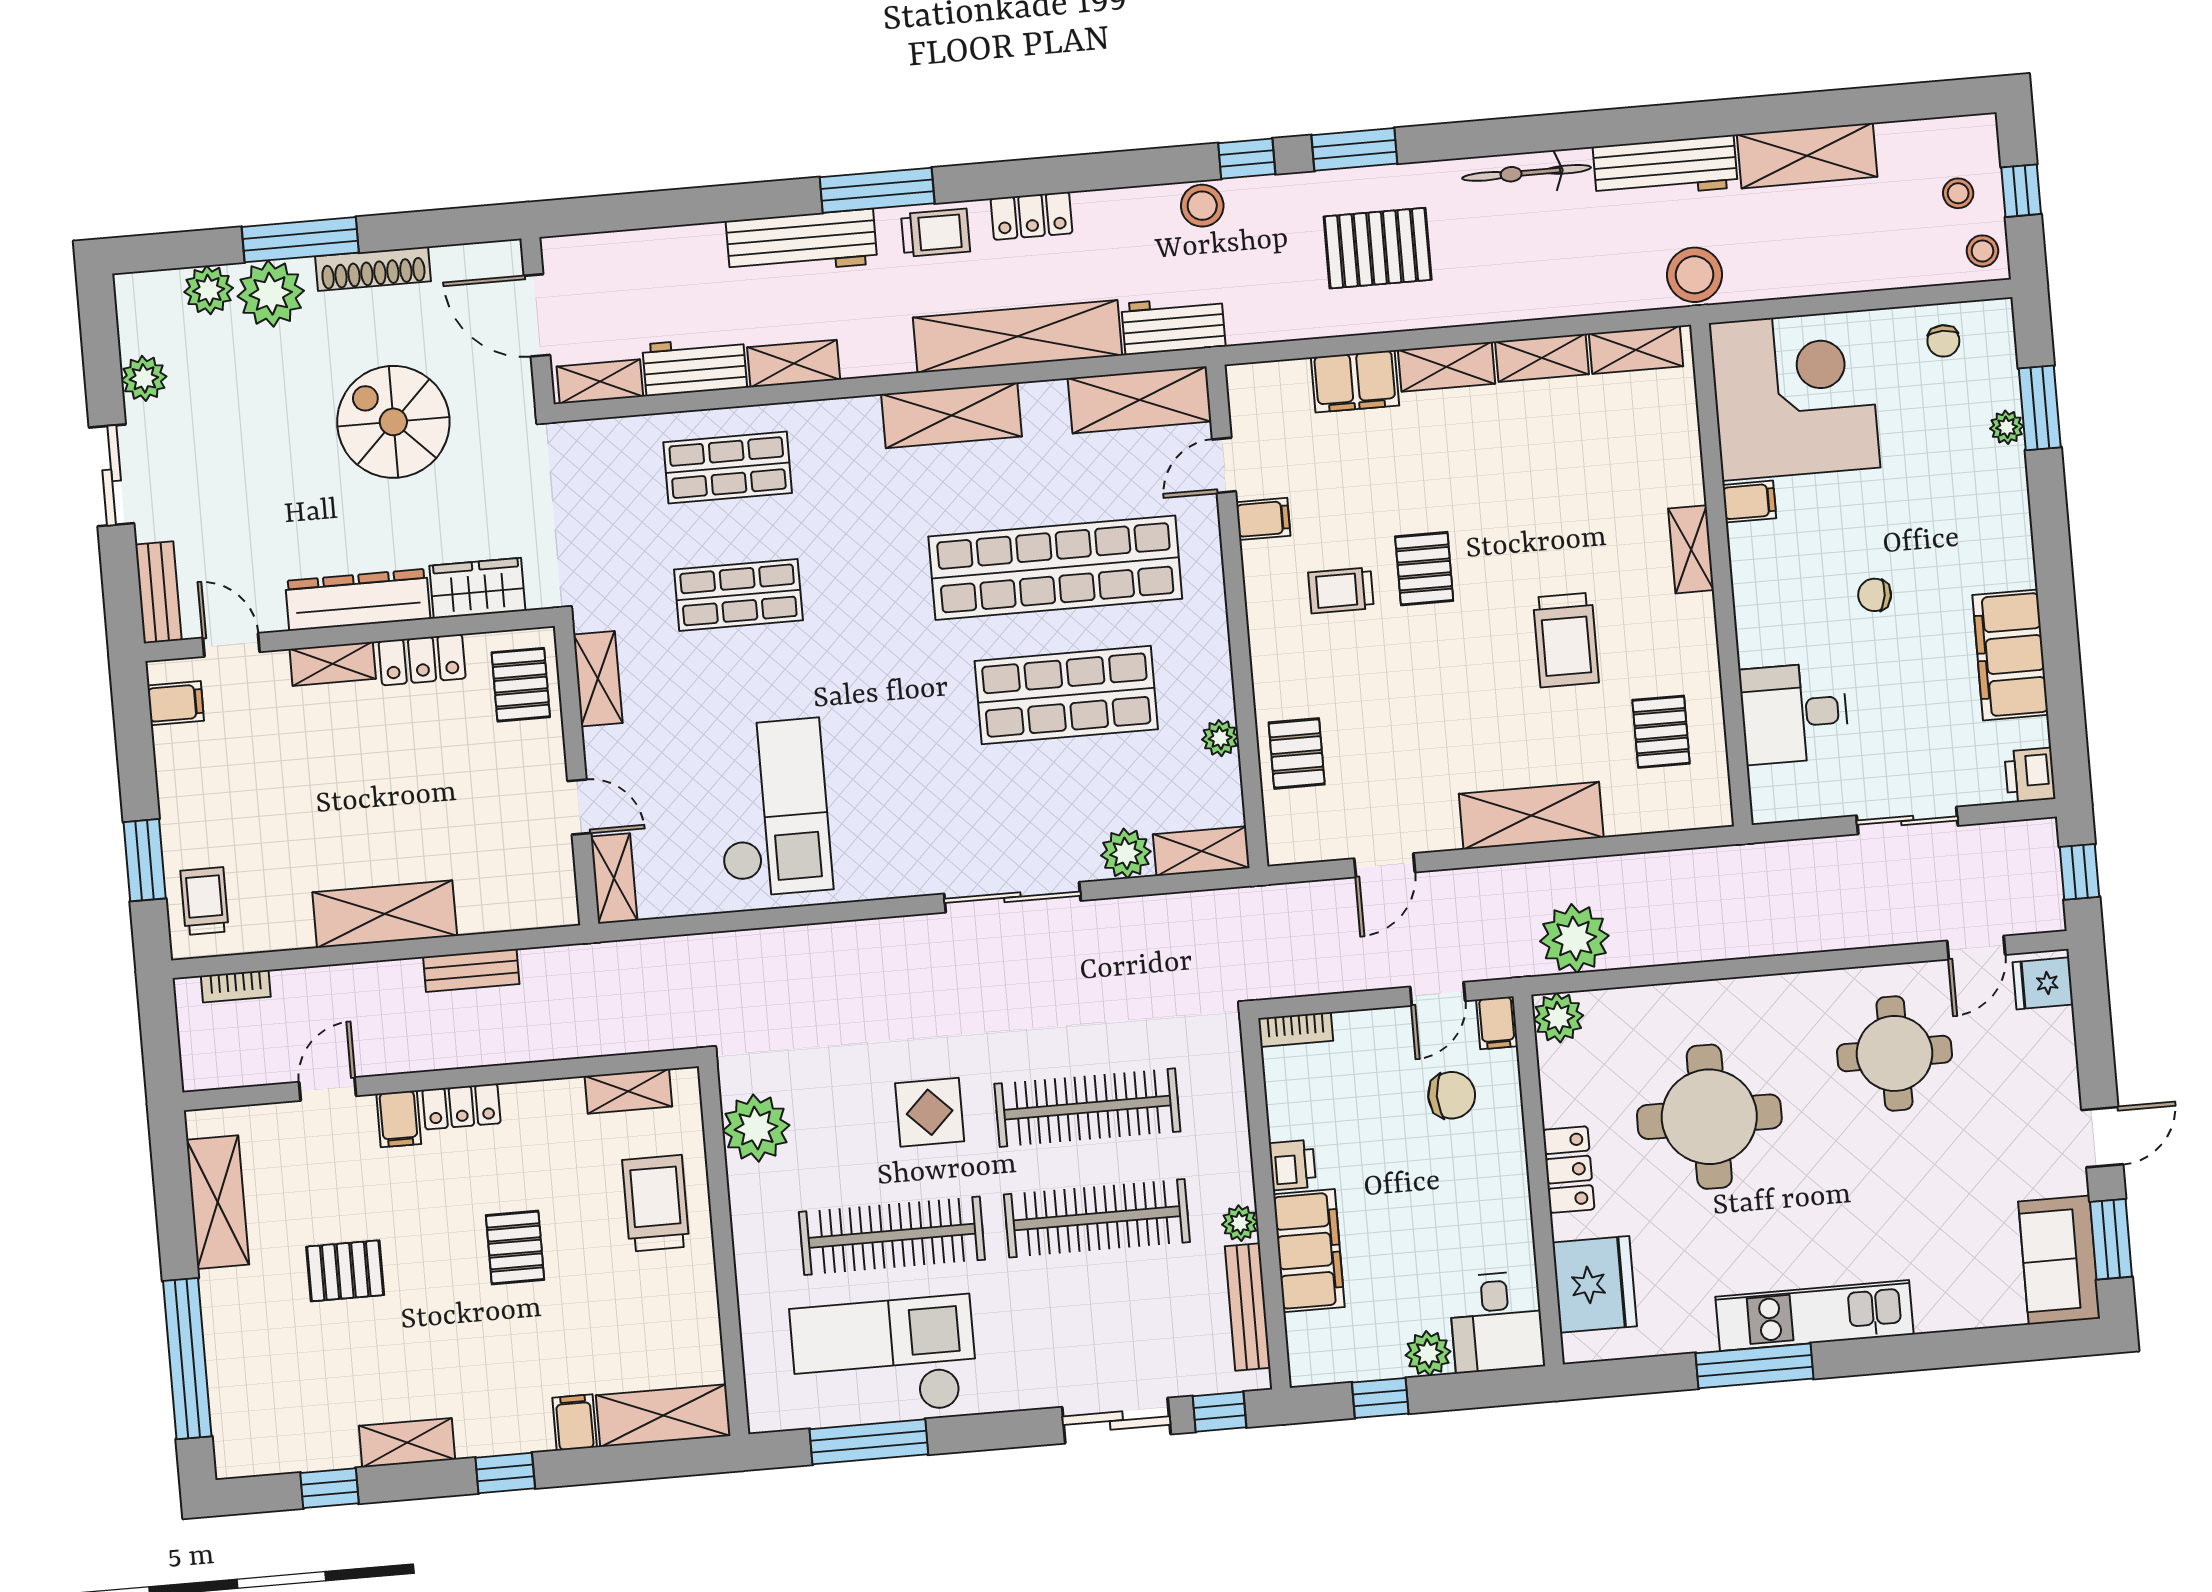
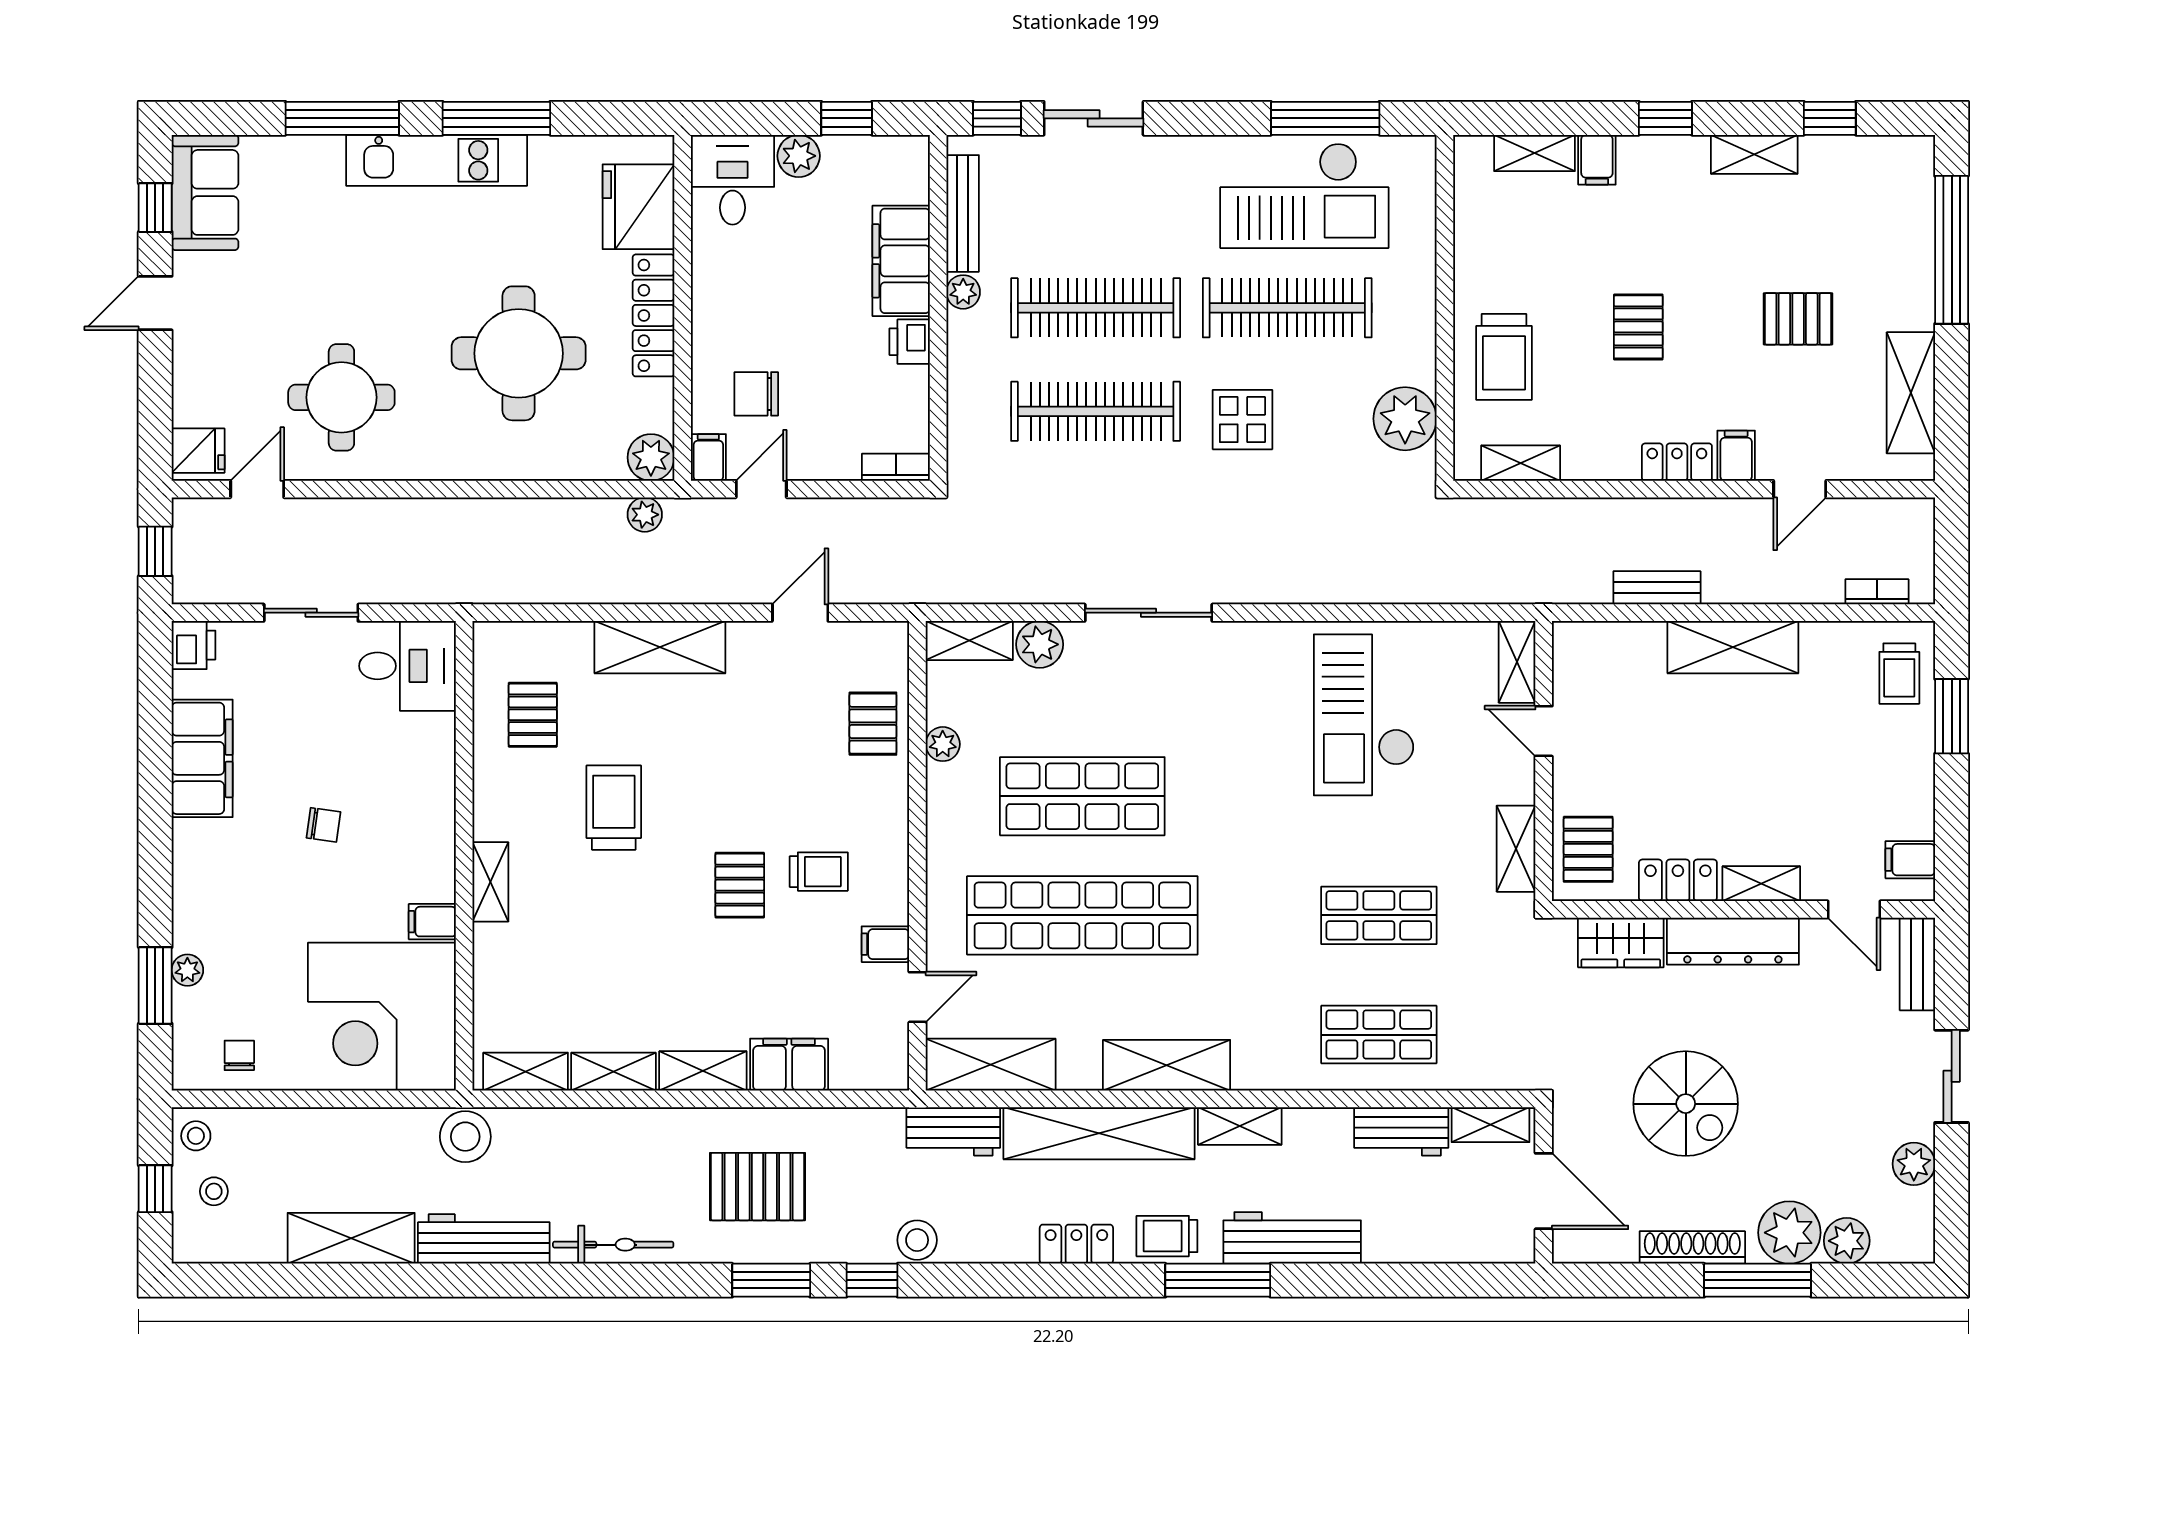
shelving: (794, 363) -> (1240, 1126), moved
desk: (1794, 713) -> (408, 666), moved
plant: (1574, 938) -> (645, 515), width x0.53, depth x0.53
locker: (1569, 1170) -> (653, 315), width x1.53
window: (2111, 1239) -> (155, 208), width x0.67
window: (1919, 1352) -> (342, 118), added
shelving: (663, 1416) -> (1535, 153), width x0.67, depth x0.75

